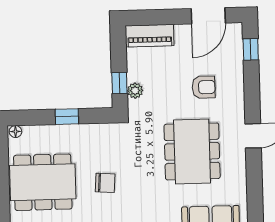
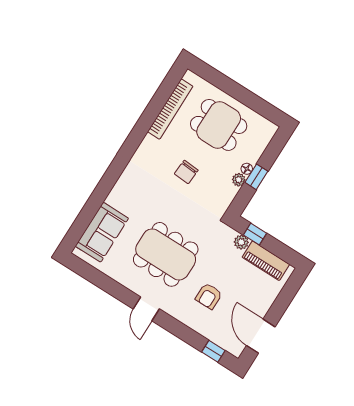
piano: (150, 36) -> (266, 261), moved, turned -90
plant: (80, 131) -> (239, 180), added
floor lamp: (15, 132) -> (247, 169), moved
dining table: (43, 182) -> (219, 125), width x0.73

